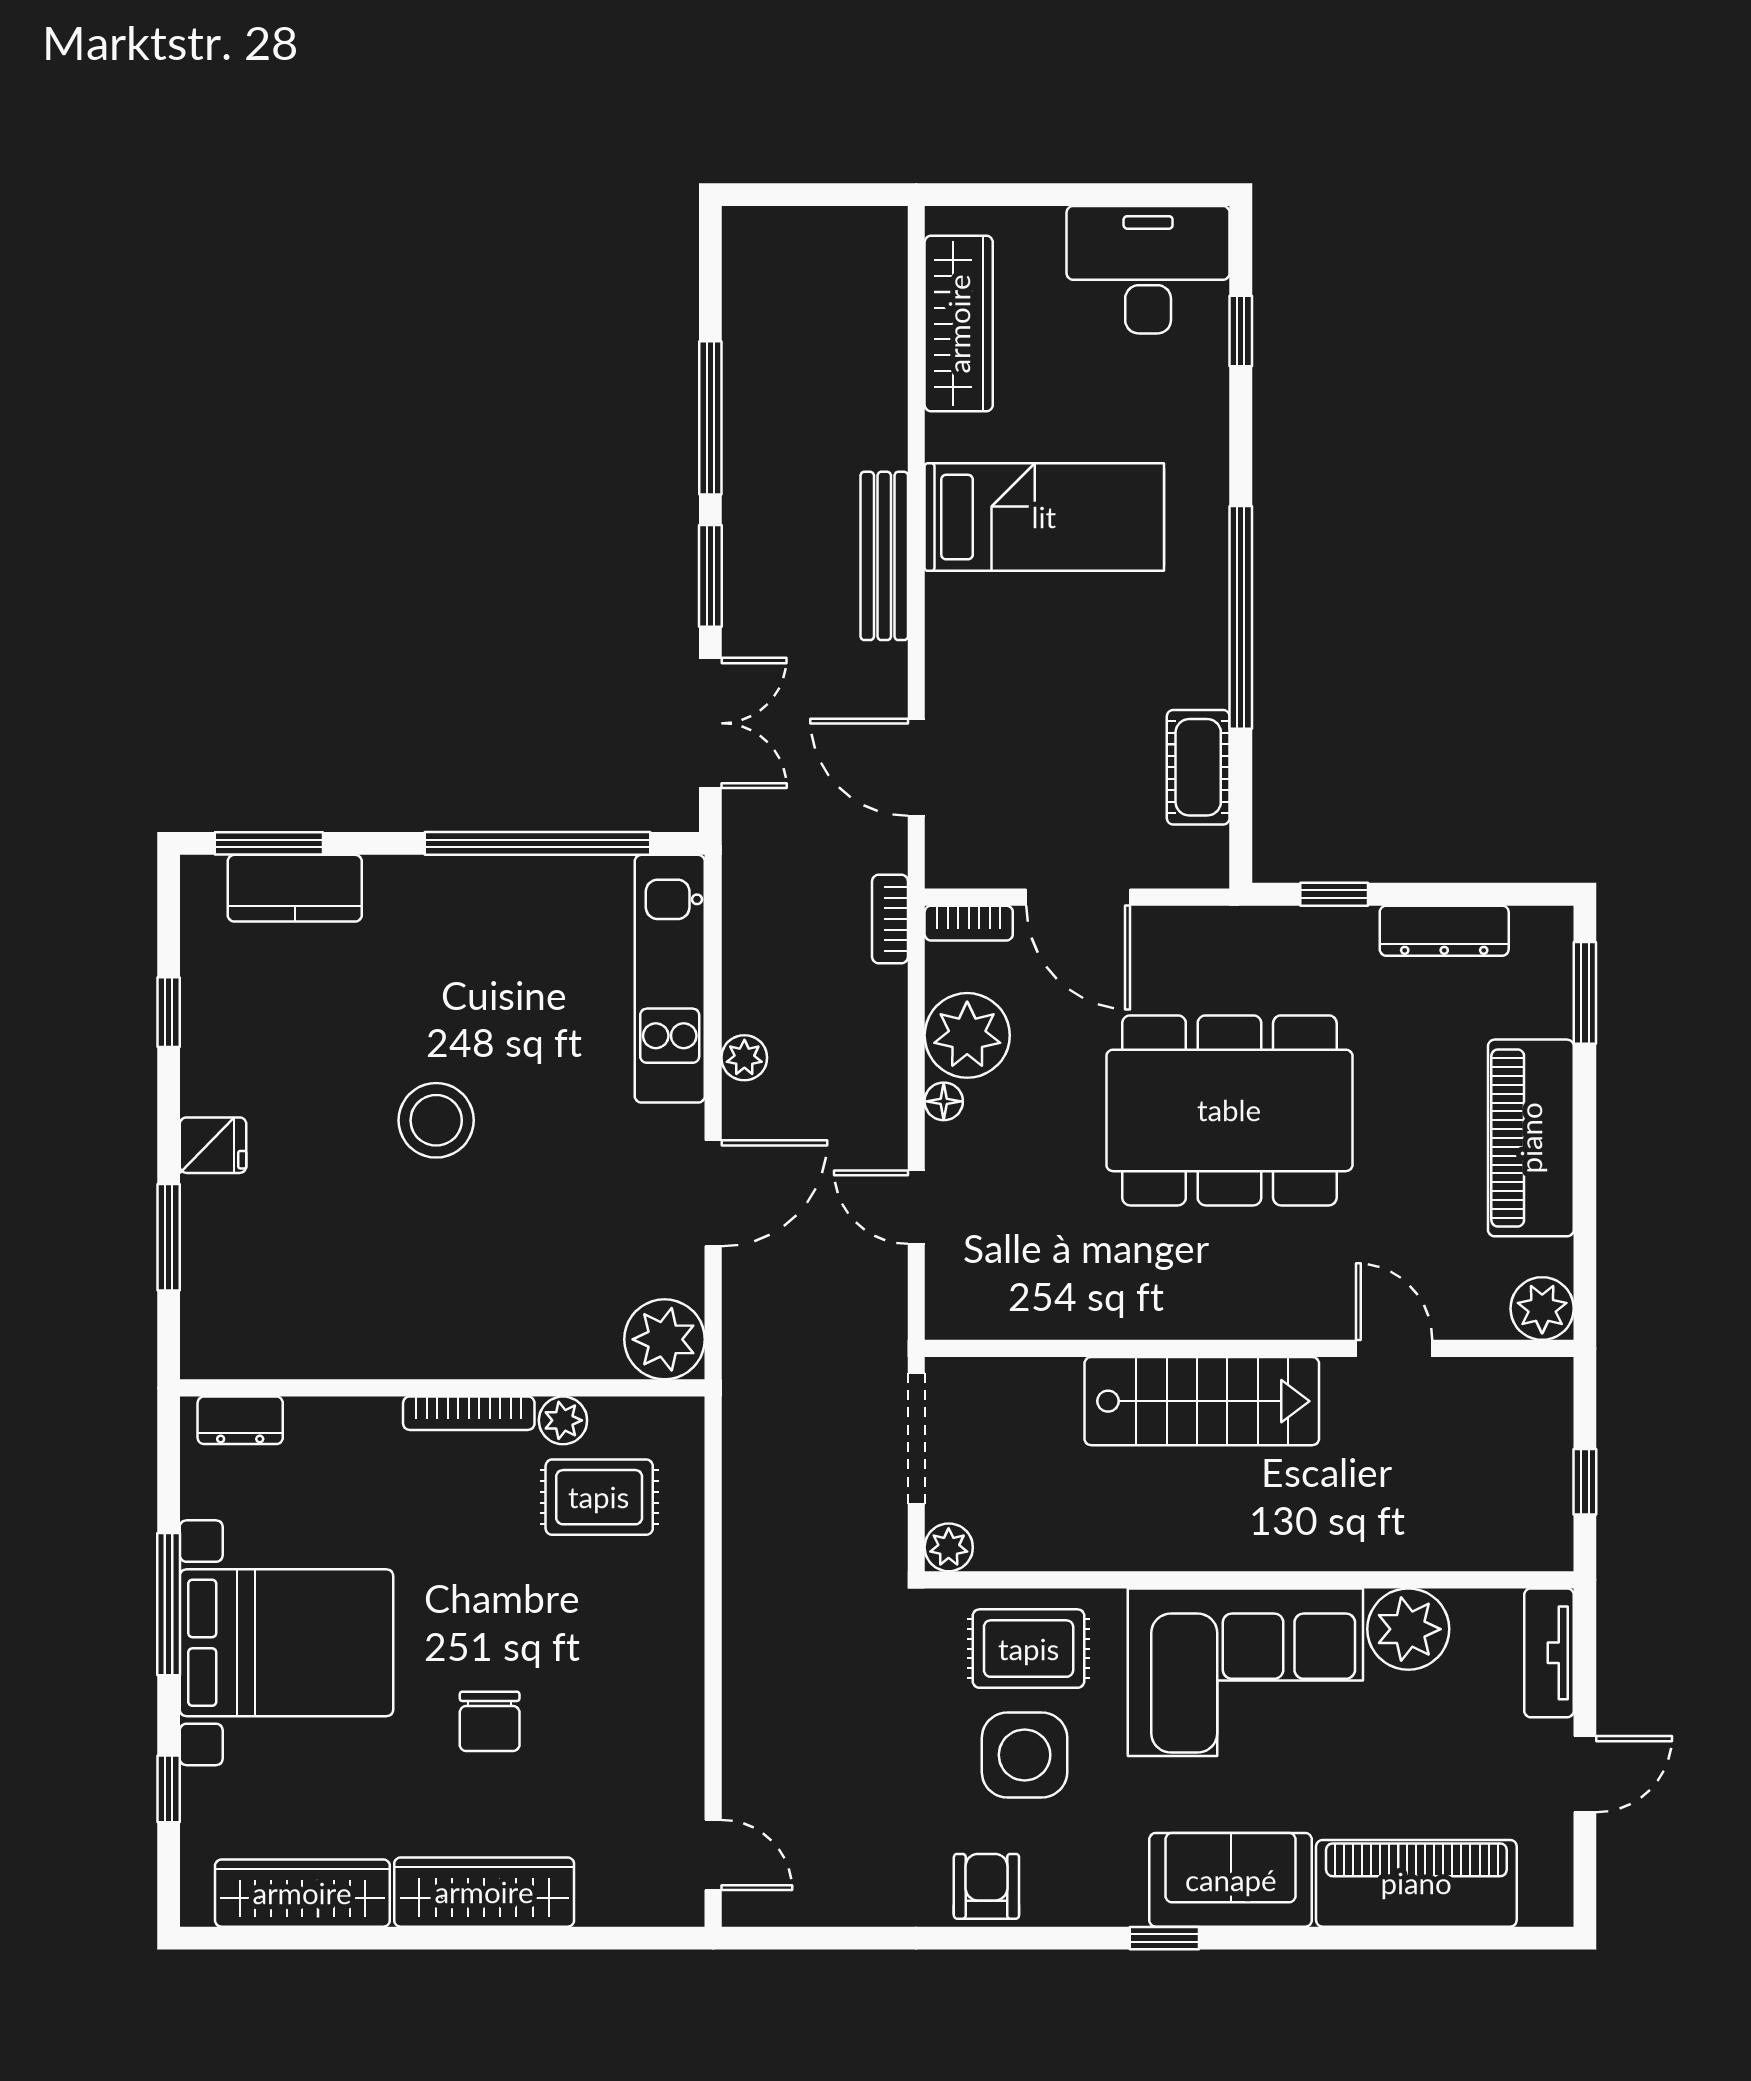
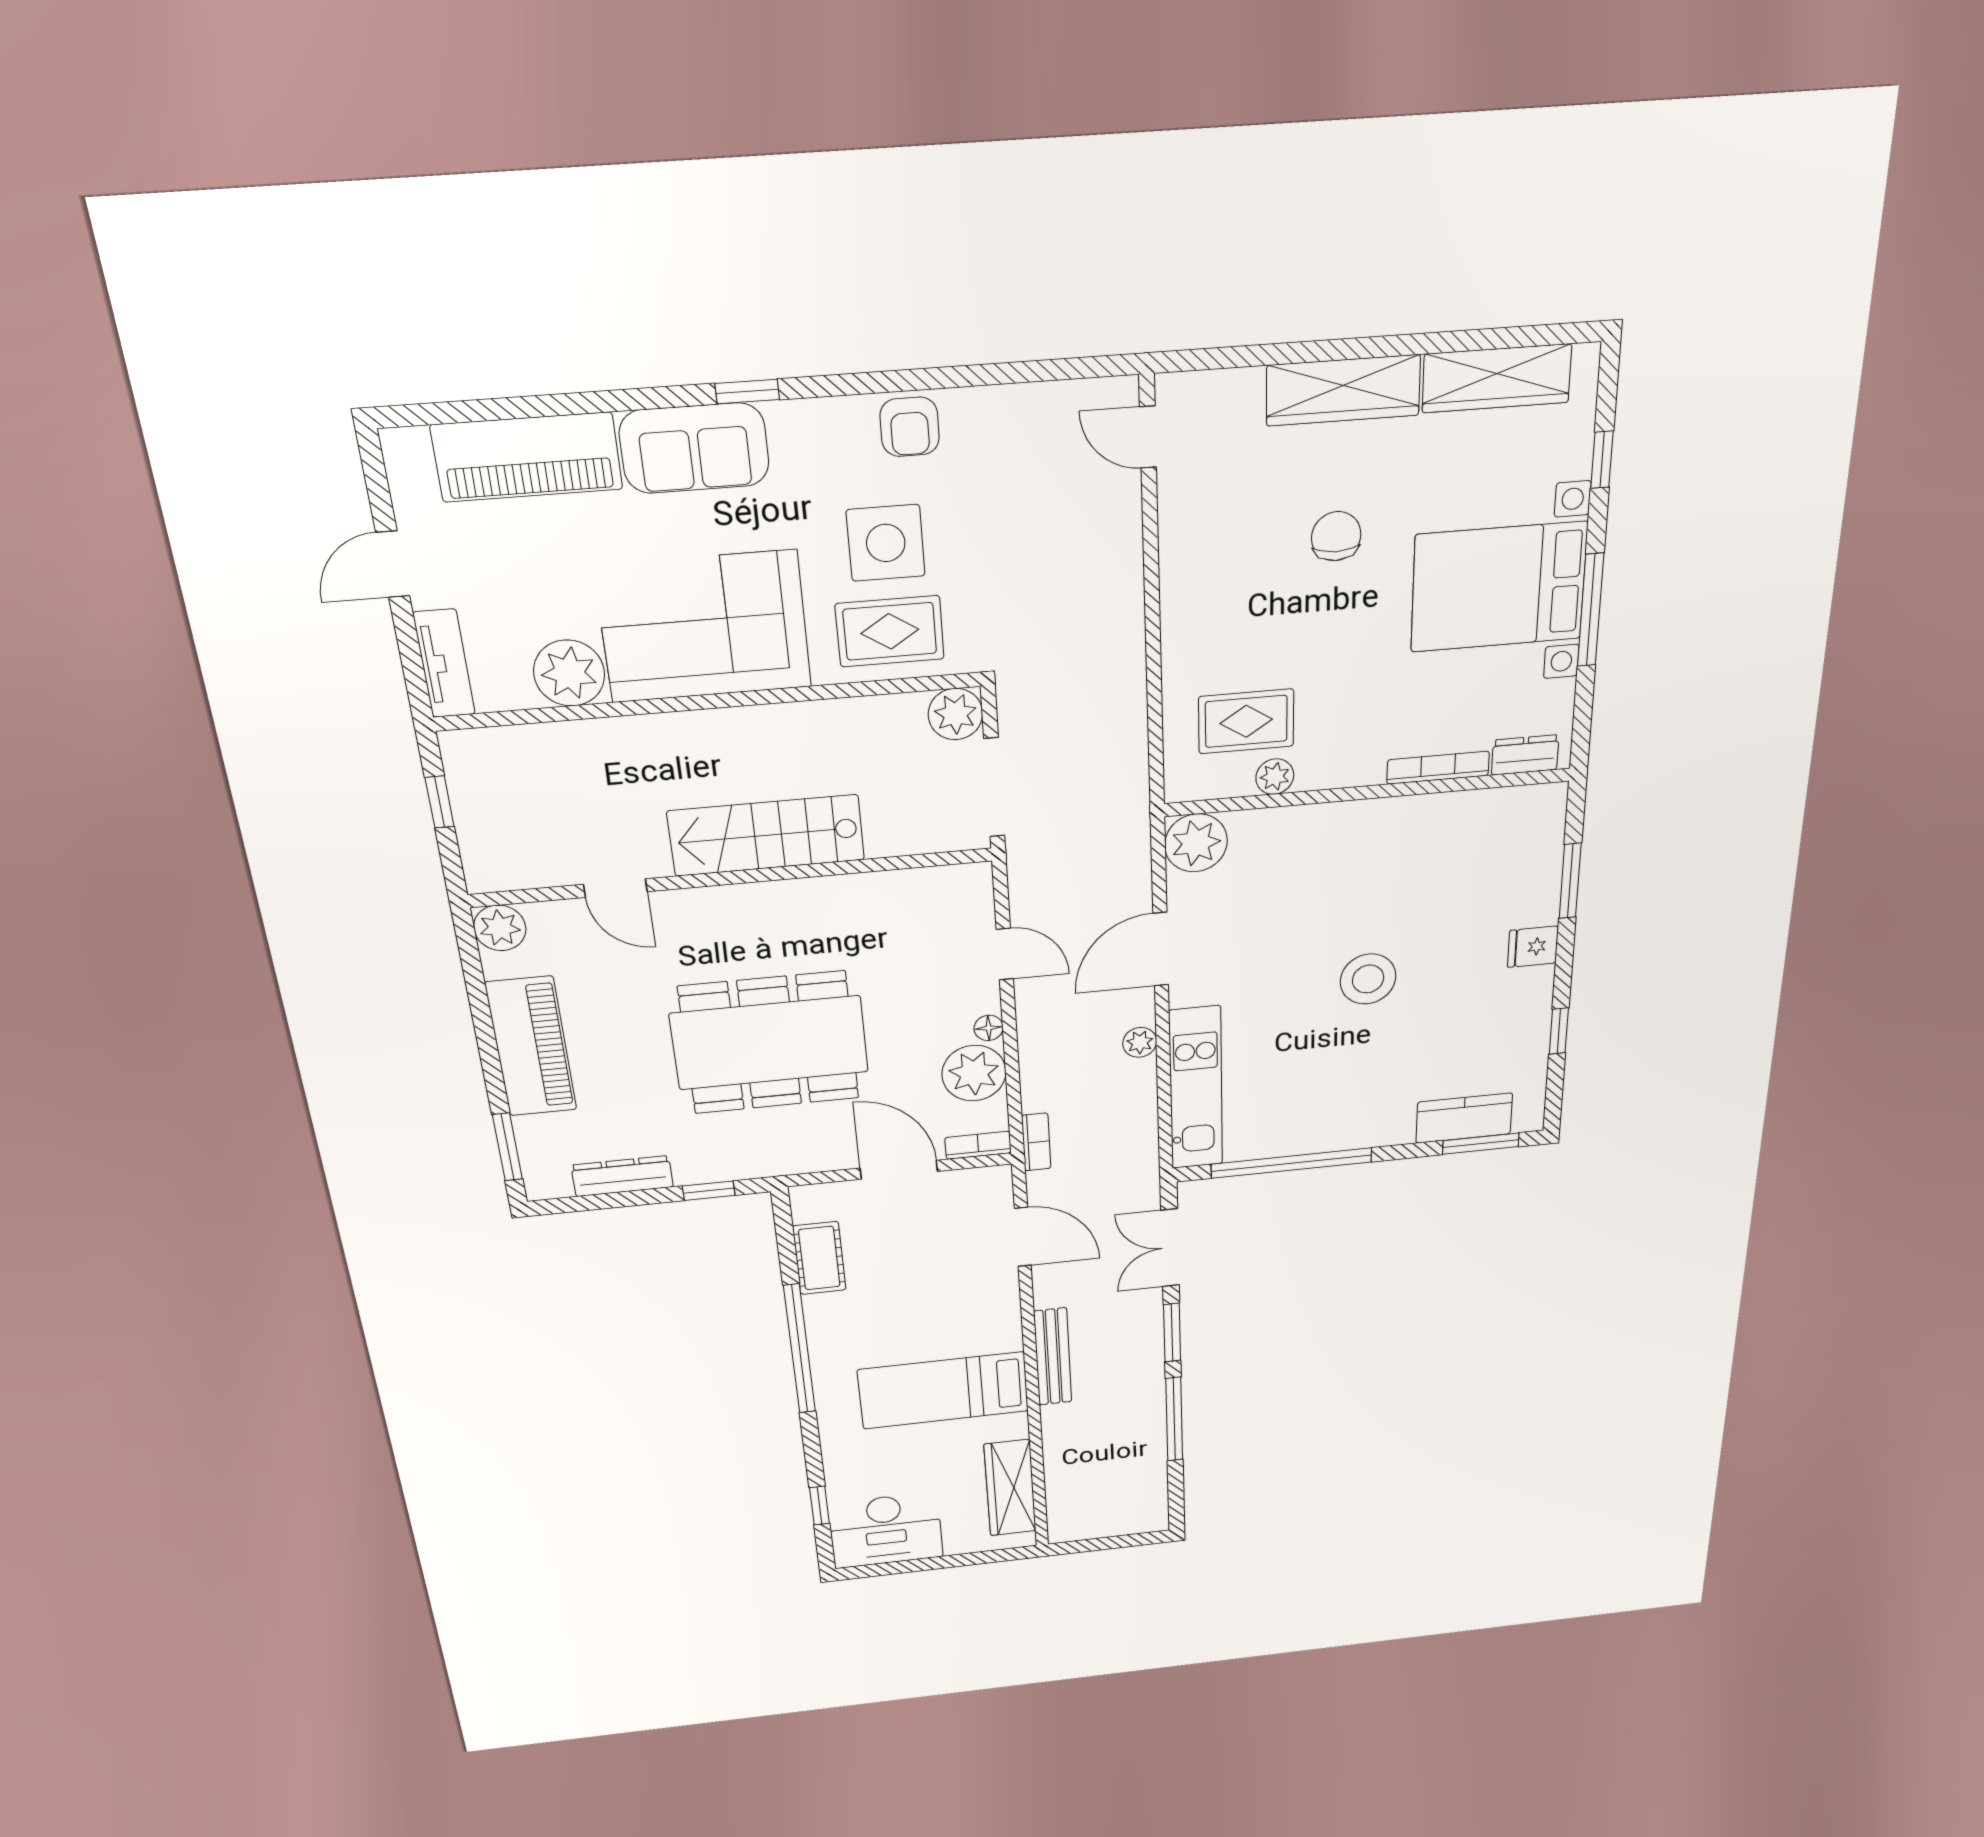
bookcase: (469, 1413) -> (1438, 768), moved
plant: (949, 1547) -> (955, 714), width x1.38, depth x1.38

